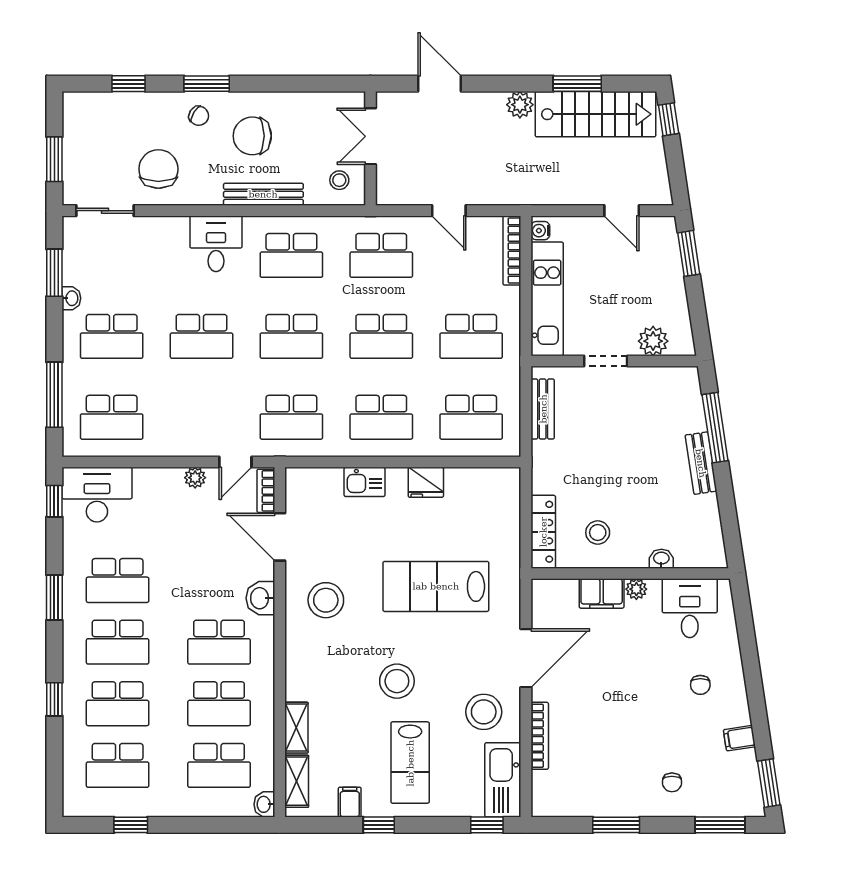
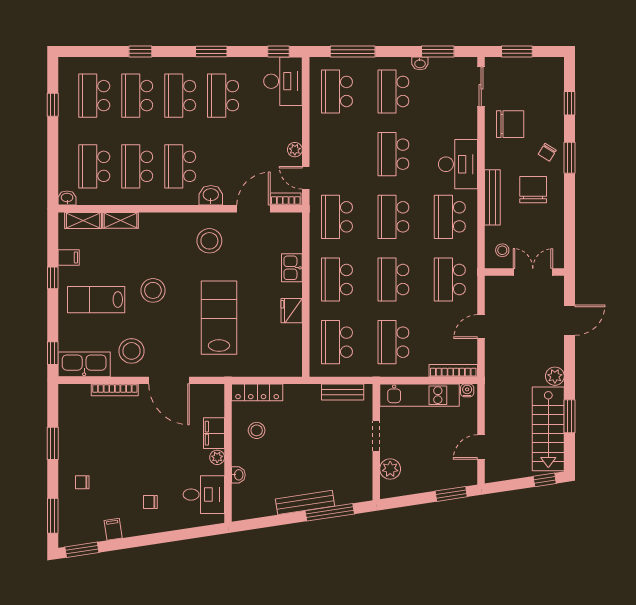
desk: (216, 244) -> (458, 164), width x1.37
bench: (701, 463) -> (305, 502), width x1.36

